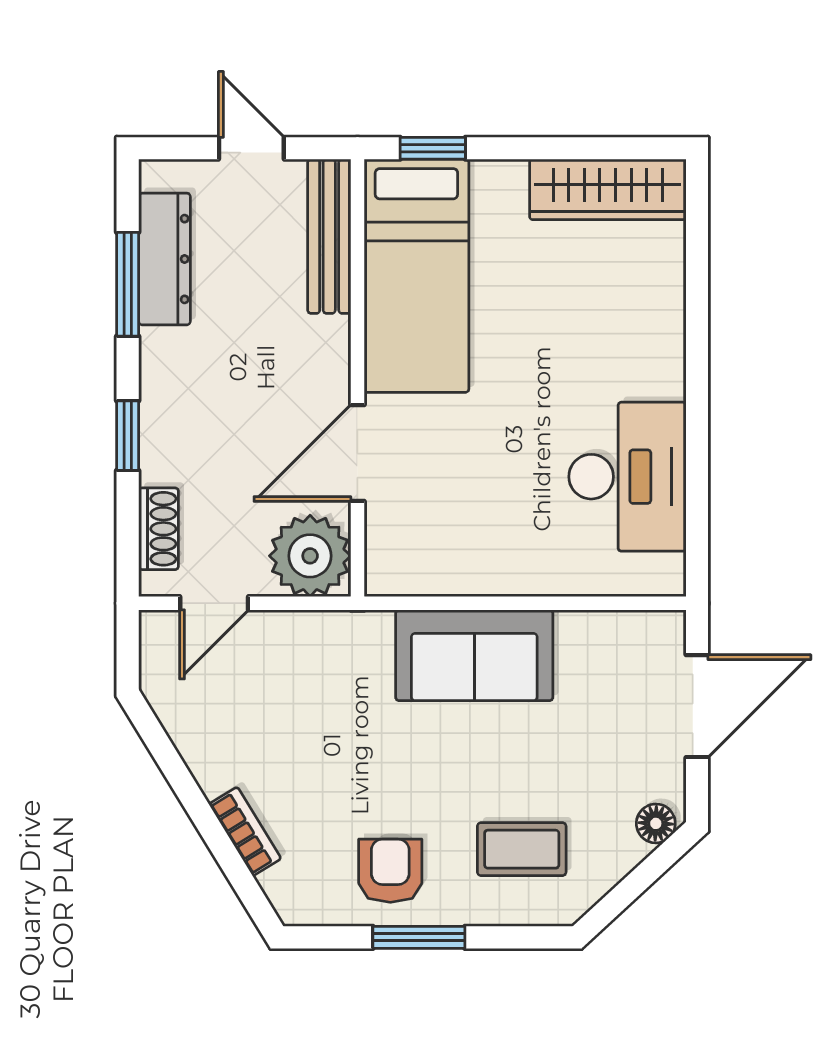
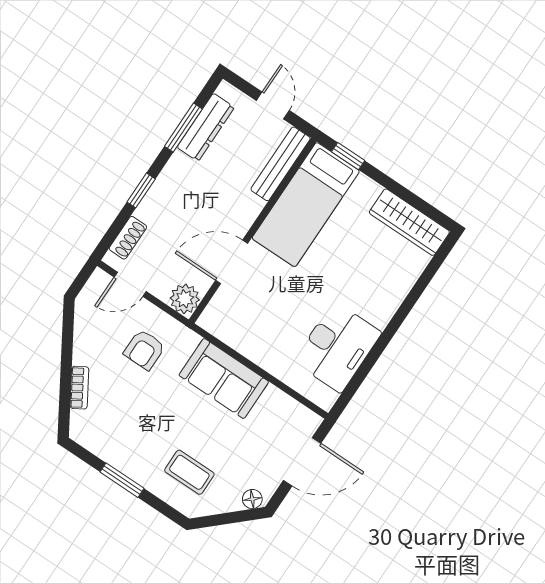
plant: (310, 556) -> (185, 299), width x0.73, depth x0.73
armchair: (390, 871) -> (144, 350), moved, turned 180

